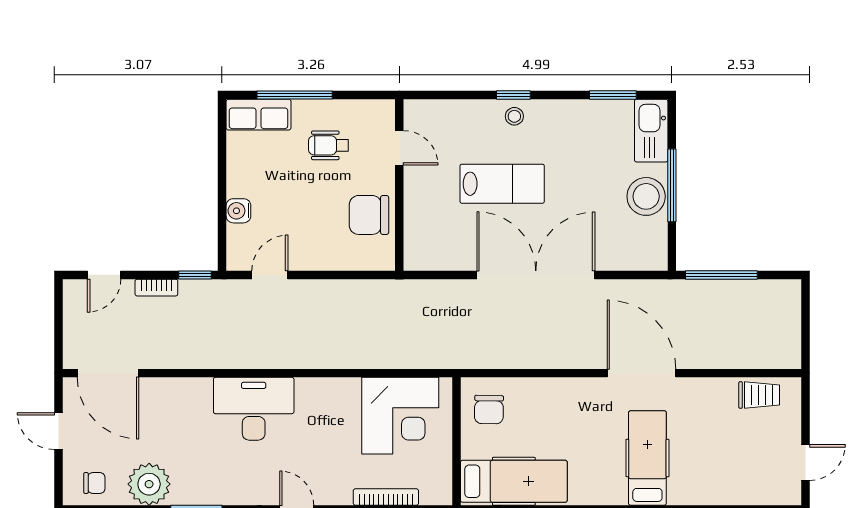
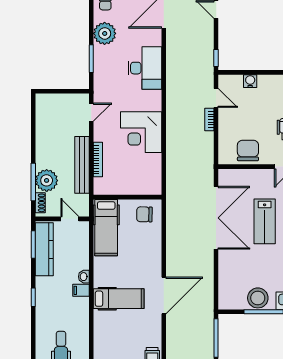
double door: (536, 275) -> (216, 218), moved
bookcase: (156, 288) -> (209, 120), moved
desk: (254, 409) -> (145, 68), moved
corner desk: (400, 416) -> (141, 132), moved

